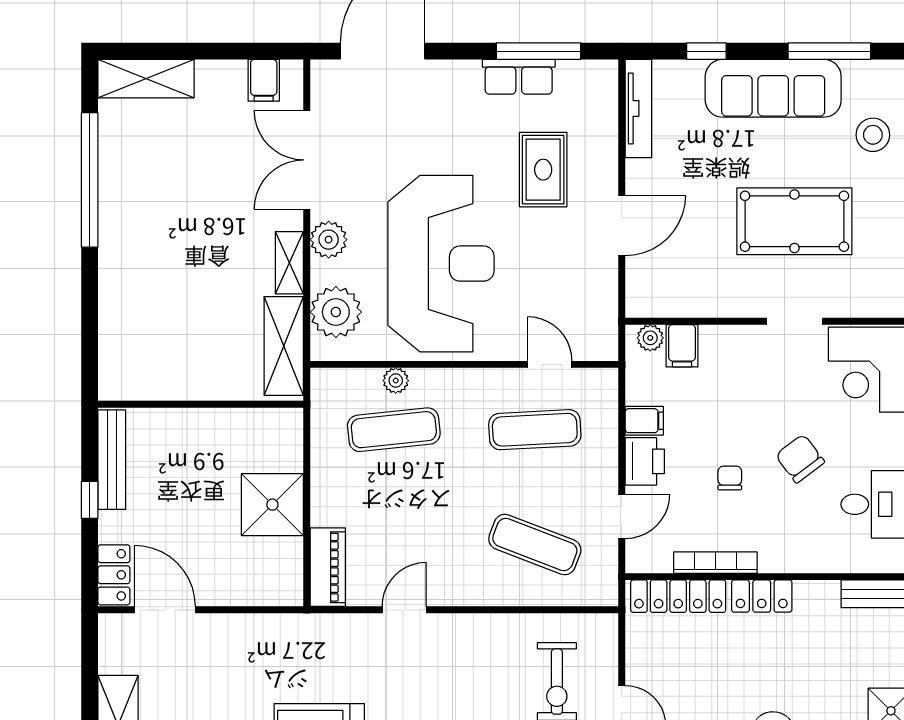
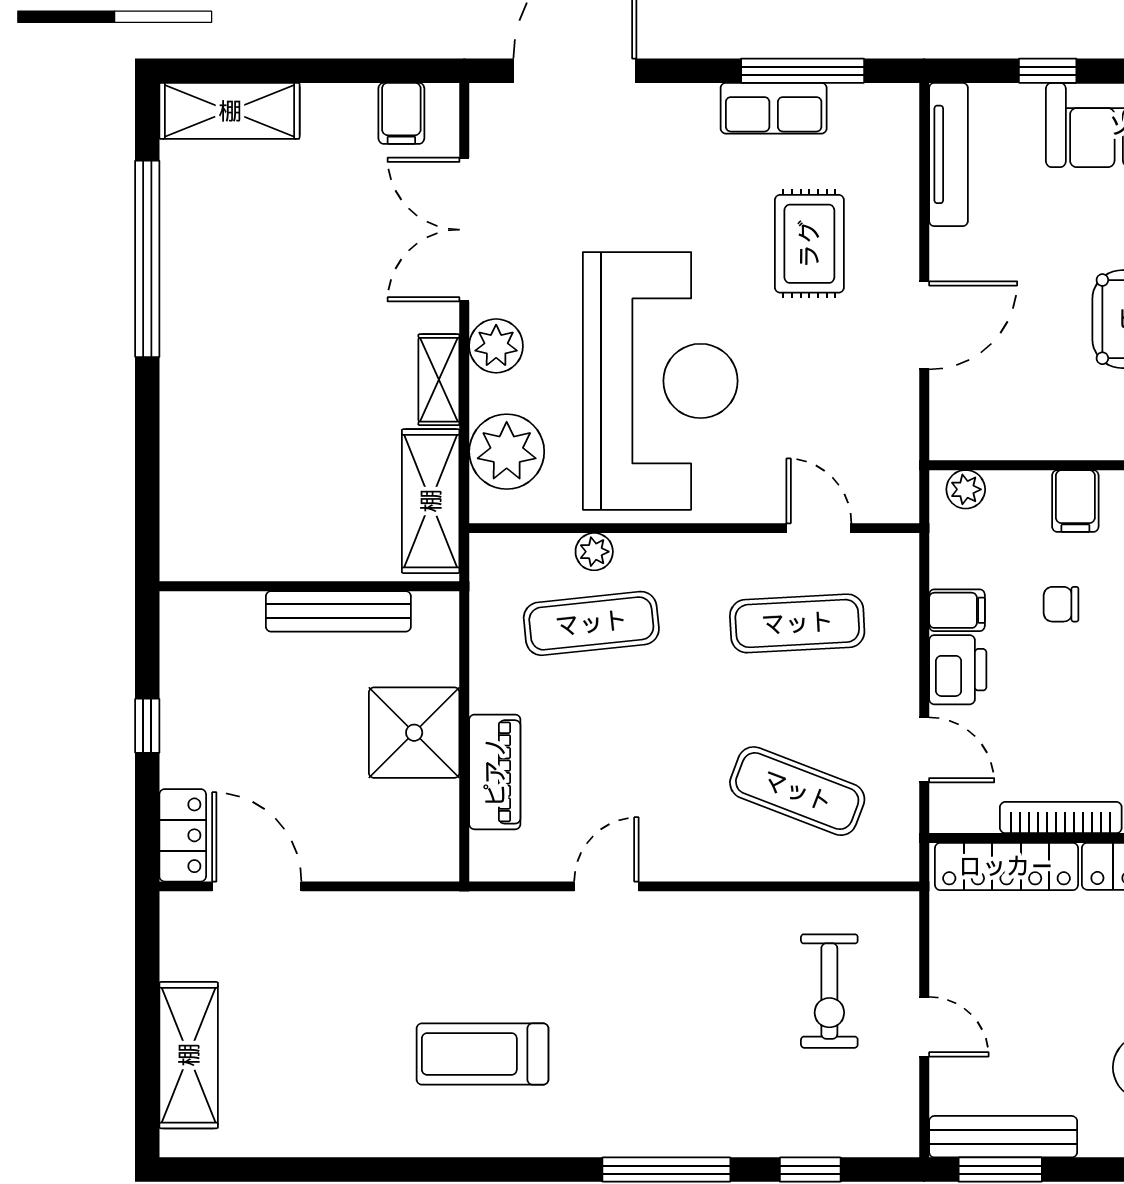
filing cabinet: (682, 346) -> (1075, 501), moved
bench: (112, 460) -> (338, 611), moved, turned 90
chair: (730, 478) -> (1061, 604), moved, turned -90
door: (622, 516) -> (924, 750), hinge flipped
piano: (328, 567) -> (495, 772), moved

